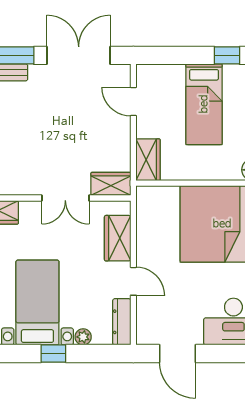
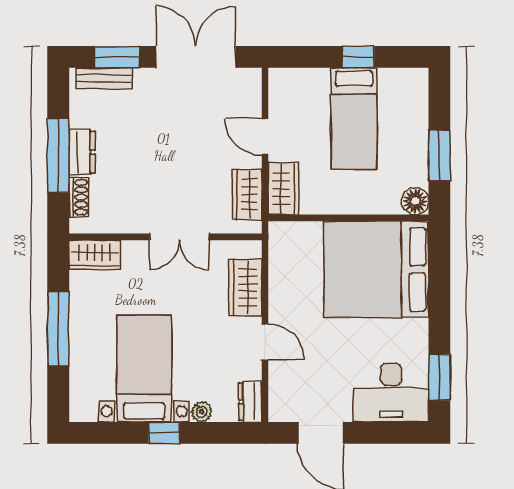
window: (227, 55) -> (358, 57), moved
door: (133, 101) -> (265, 137), moved
wardrobe: (111, 184) -> (247, 195), moved, turned -90
dresser: (122, 322) -> (250, 402), width x0.70

